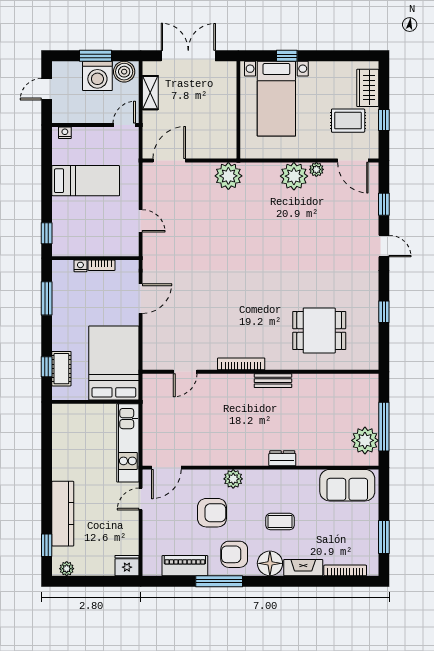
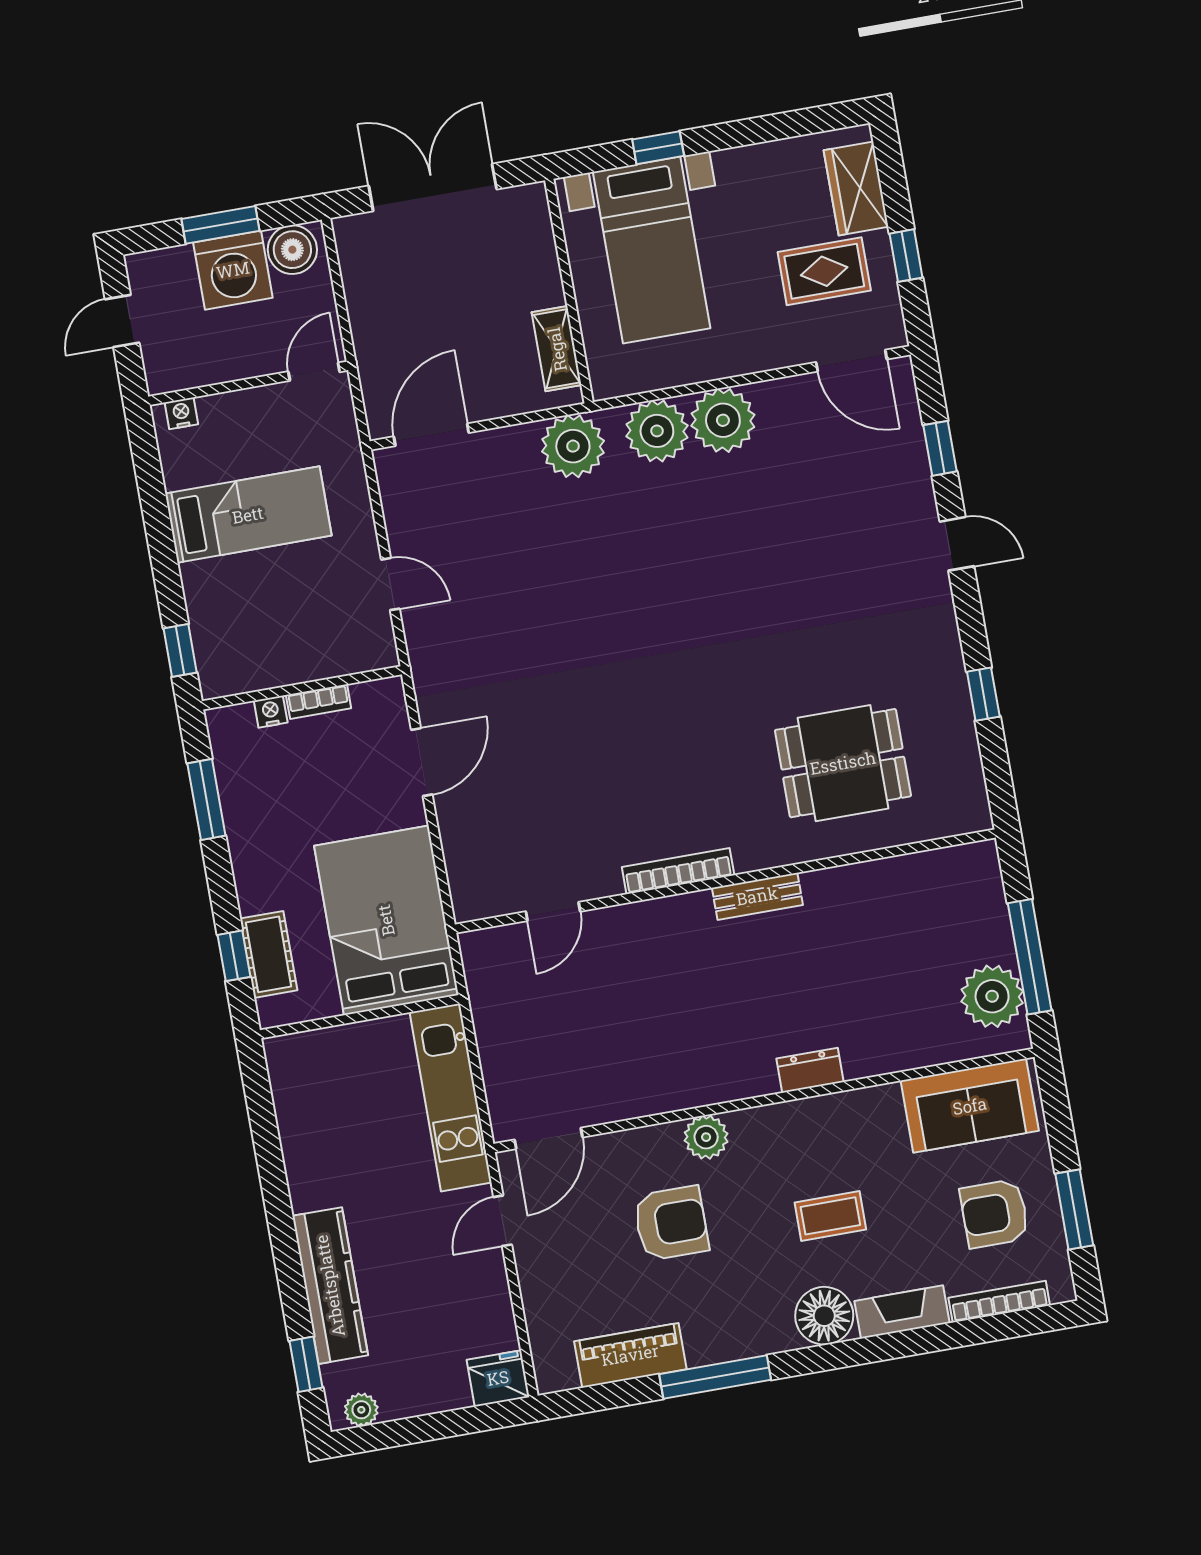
shelving: (150, 93) -> (557, 349), moved
plant: (316, 169) -> (657, 431), moved, width x1.87, depth x1.87
armchair: (234, 554) -> (994, 1213), moved

